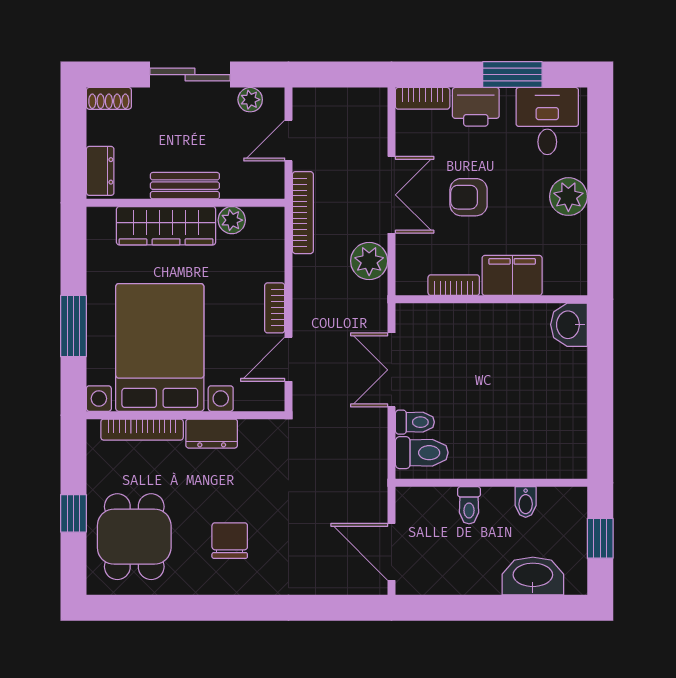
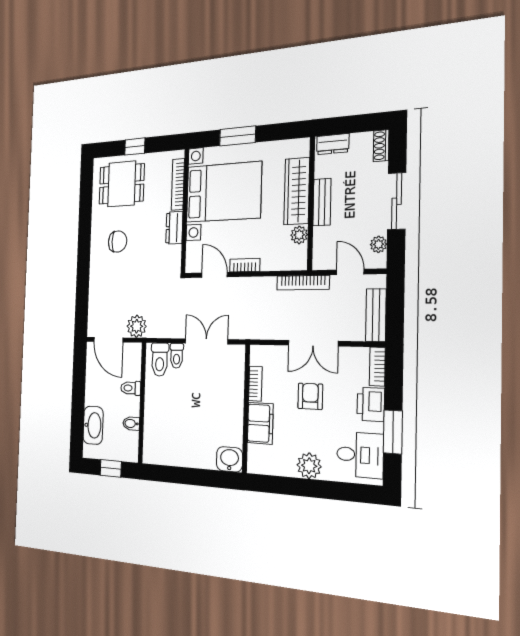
bench: (350, 102) -> (376, 315), added
plant: (369, 261) -> (137, 326), moved
door: (392, 552) -> (108, 340), swing flipped

